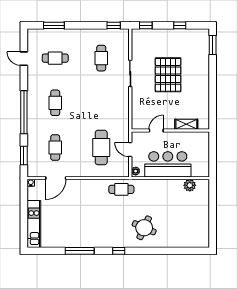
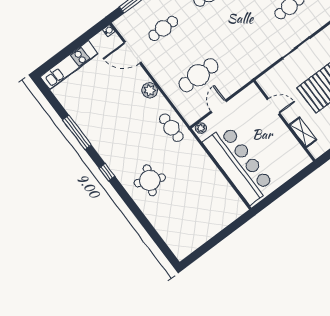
shelving: (186, 124) -> (303, 132), moved
door: (156, 130) -> (273, 106), moved
wall: (170, 130) -> (284, 121), moved
bar counter: (168, 164) -> (239, 164), width x1.36
plant: (190, 185) -> (150, 90), moved

